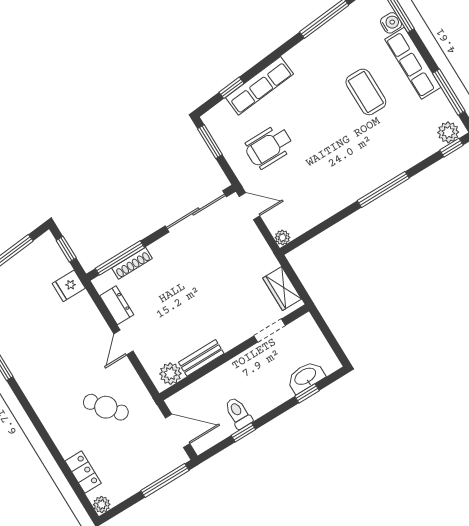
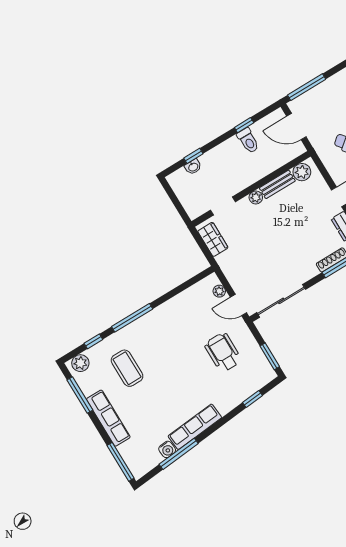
water cooler: (391, 23) -> (167, 449), moved, turned -95
row of seats: (260, 86) -> (195, 427), moved
coffee table: (366, 92) -> (127, 368), moved
wheelchair: (269, 147) -> (223, 352), turned -90
window: (452, 148) -> (93, 341), moved
plant: (282, 238) -> (219, 291), moved
plant: (228, 341) -> (256, 197), added
washbasin: (306, 377) -> (193, 167), width x0.52, depth x0.69

